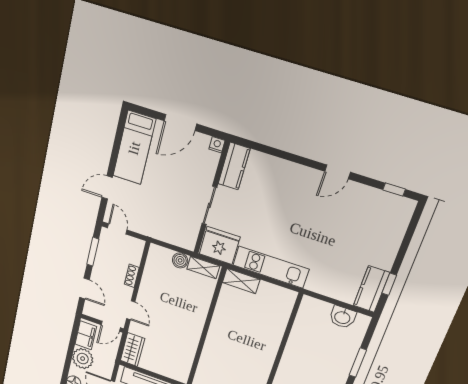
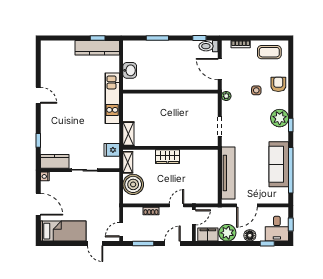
window: (394, 190) -> (38, 140), moved
fridge: (220, 245) -> (112, 150), width x0.53, depth x0.75
boiler: (180, 260) -> (133, 184), width x1.86, depth x1.86
kitchen unit: (271, 267) -> (112, 98), moved
kitchen counter: (371, 289) -> (97, 48), width x1.50
washbasin: (342, 317) -> (130, 70), moved
door: (111, 326) -> (194, 217), hinge flipped
wardrobe: (132, 350) -> (168, 157), moved, turned 180

